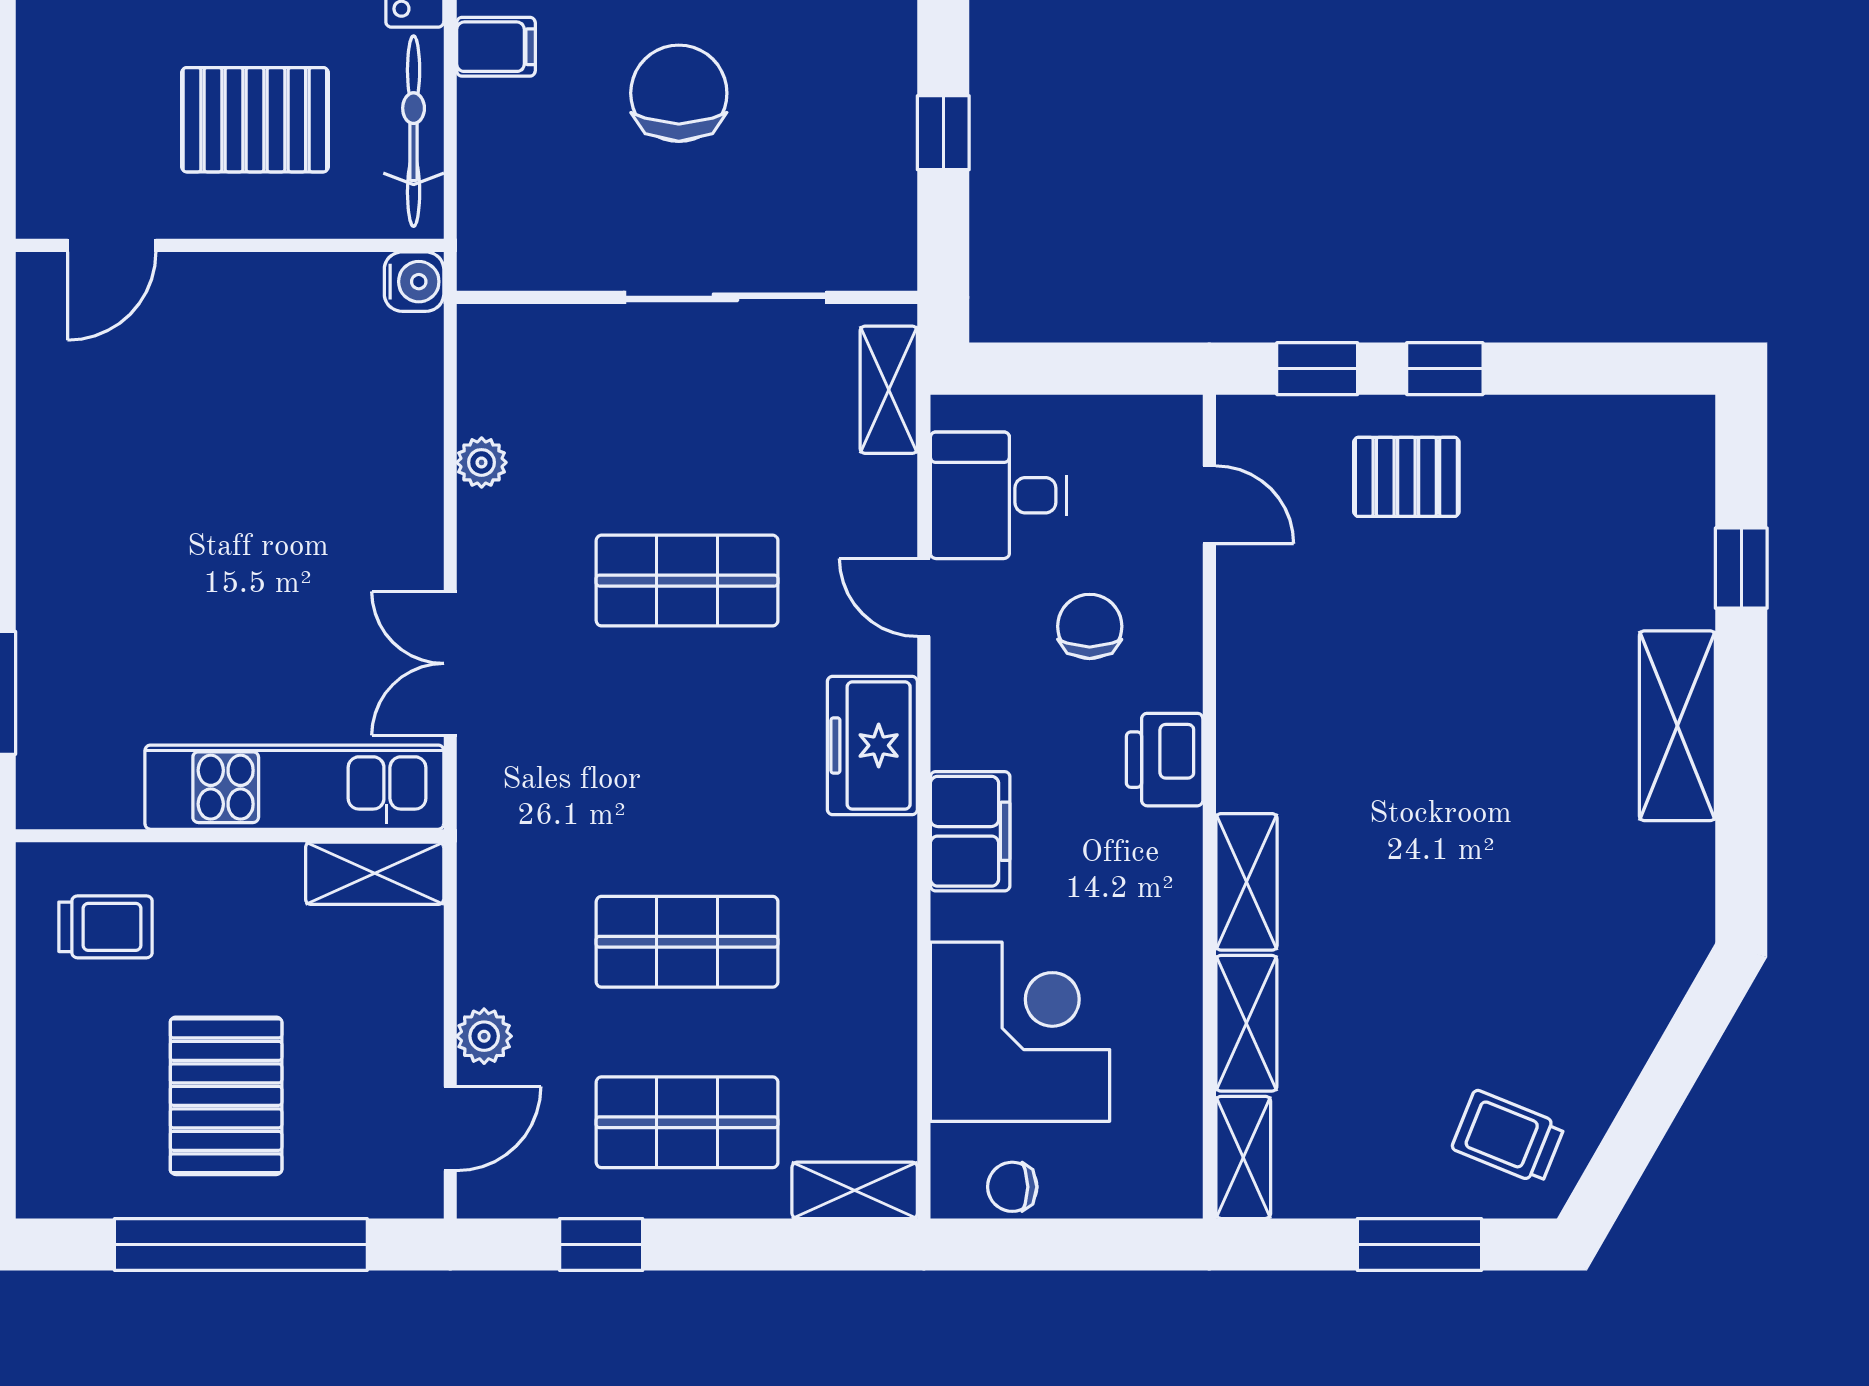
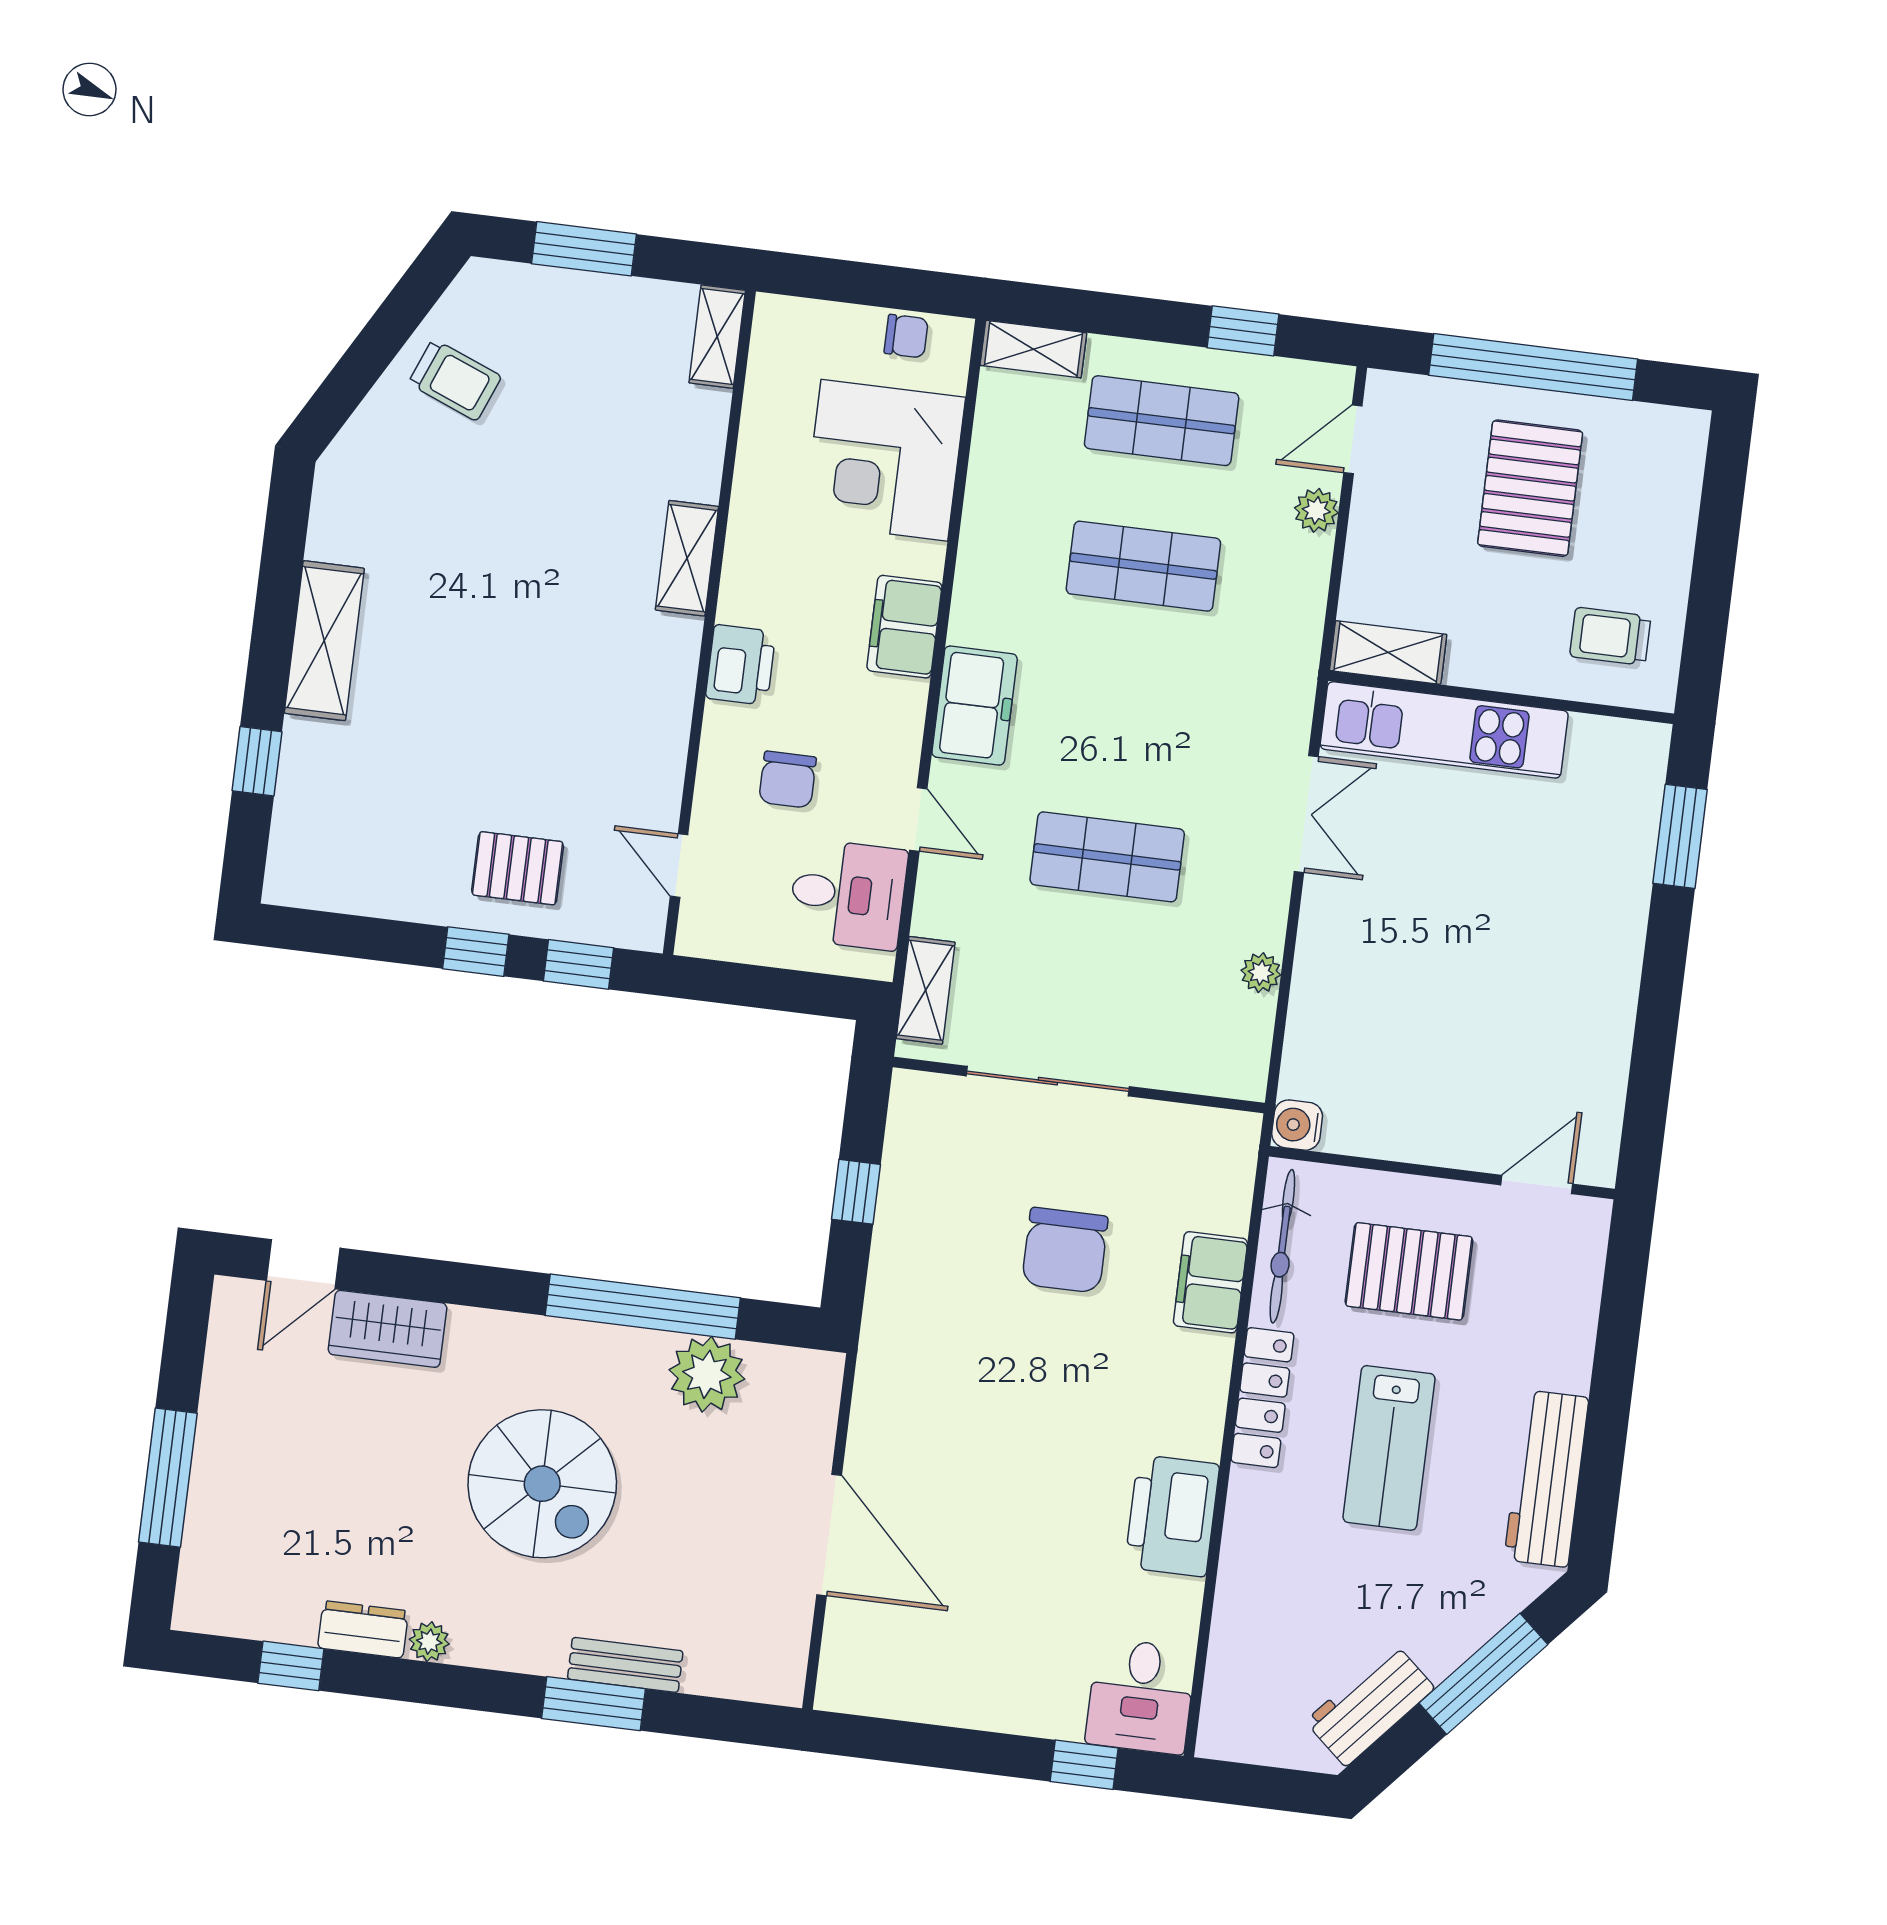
filing cabinet: (496, 47) -> (1210, 1282), width x2.00
shelving: (1246, 1023) -> (701, 444), removed
trolley: (1508, 1137) -> (455, 380), moved

